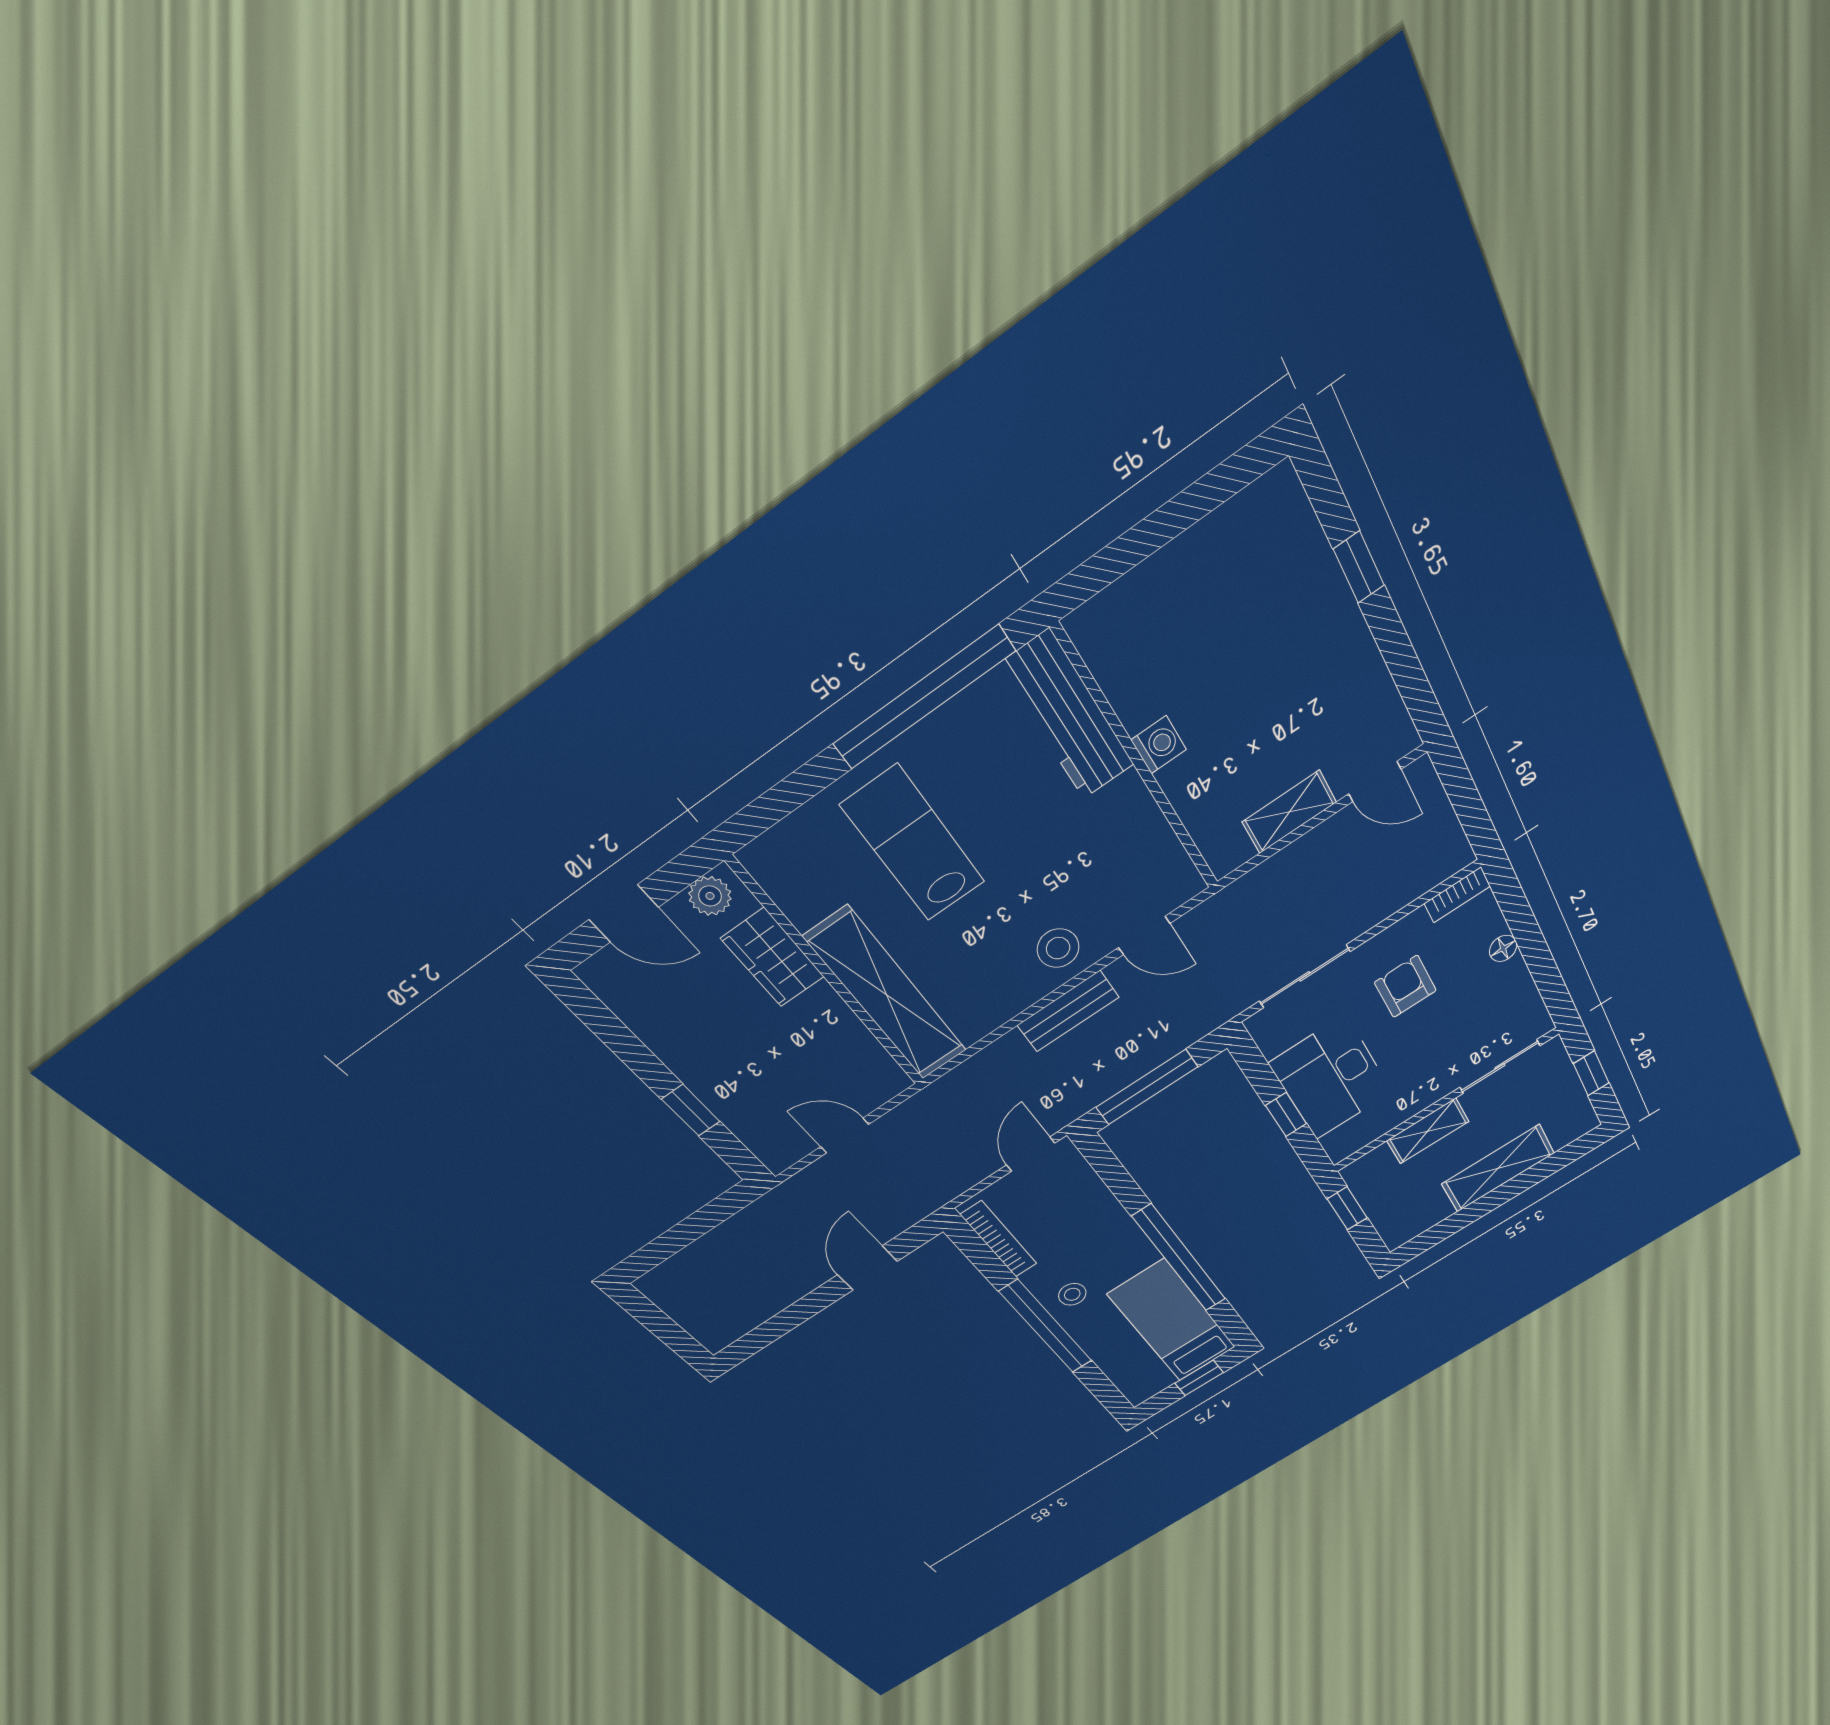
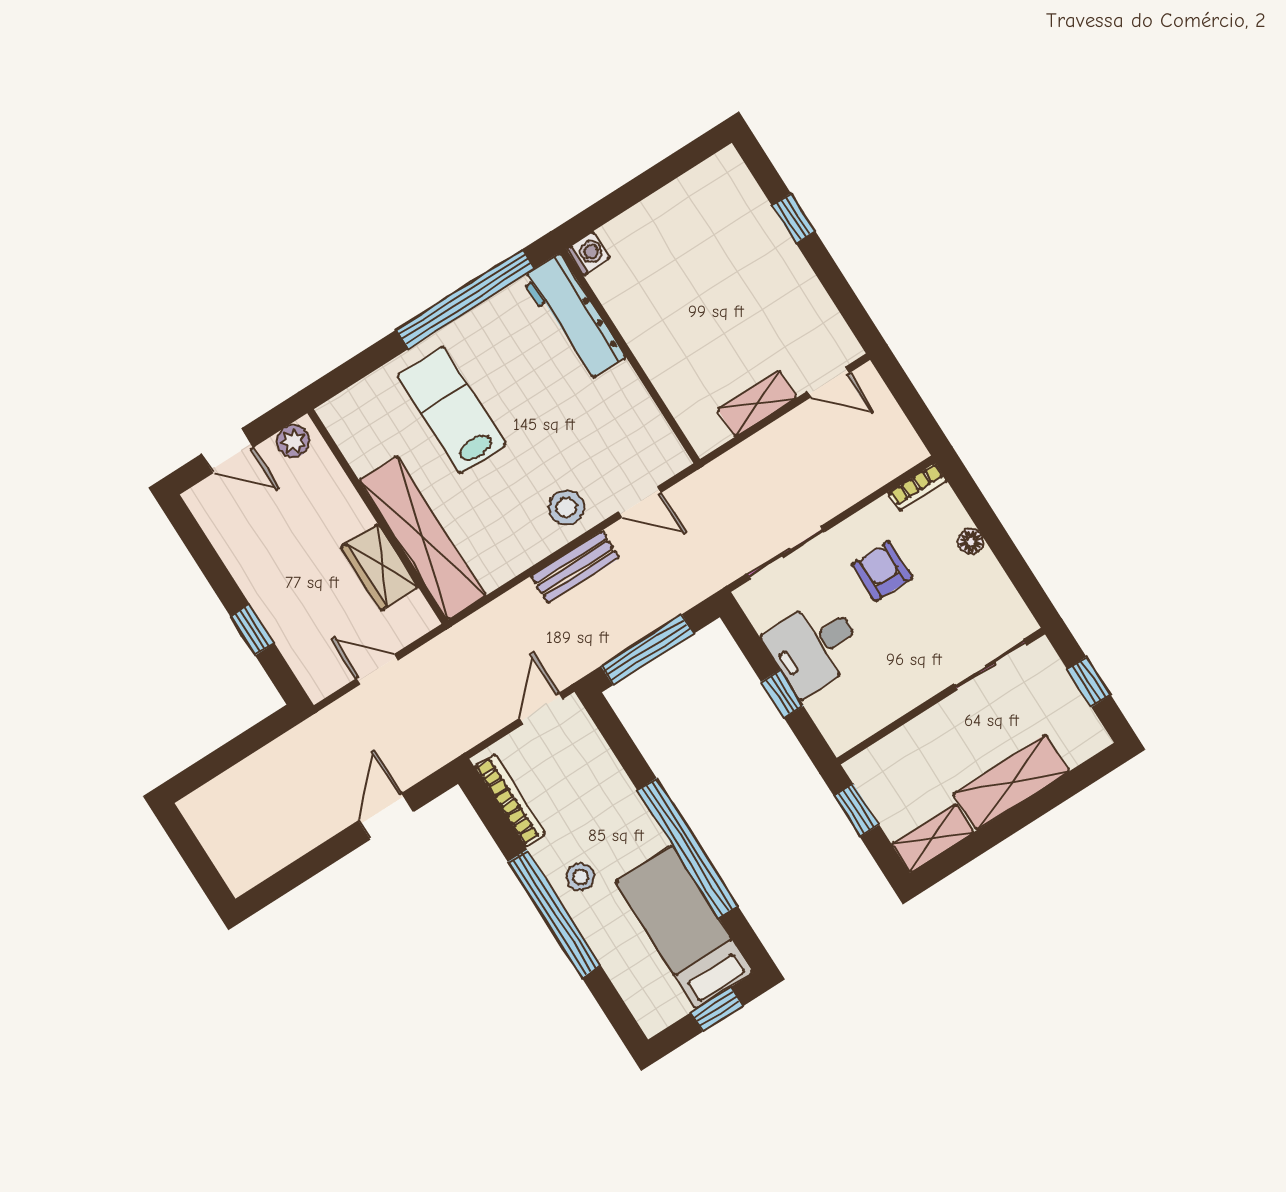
washing machine: (1159, 745) -> (588, 253), moved
wardrobe: (773, 958) -> (380, 567), moved
desk: (1331, 1078) -> (815, 647), width x0.73
shelving: (1428, 1131) -> (933, 838), moved

